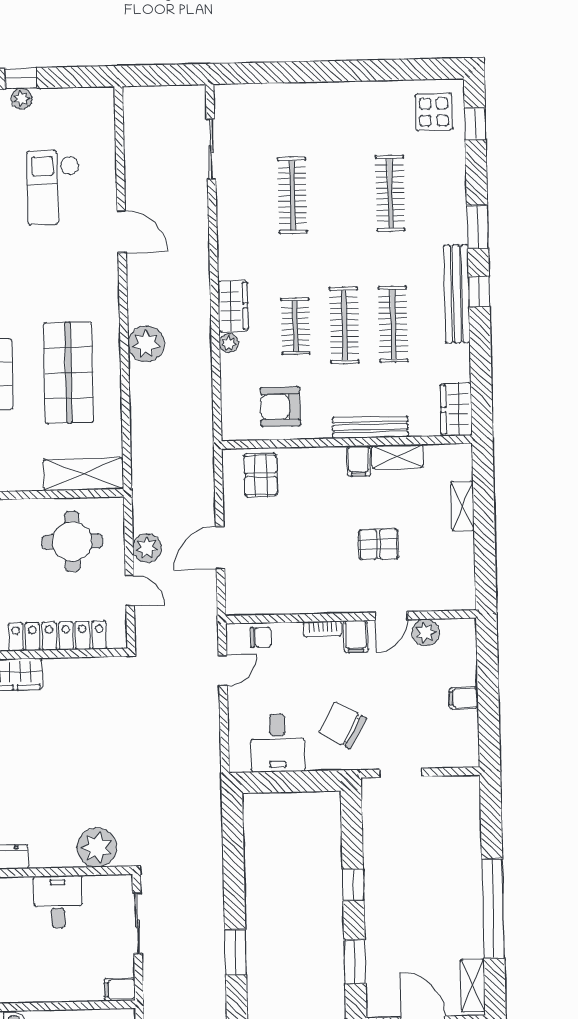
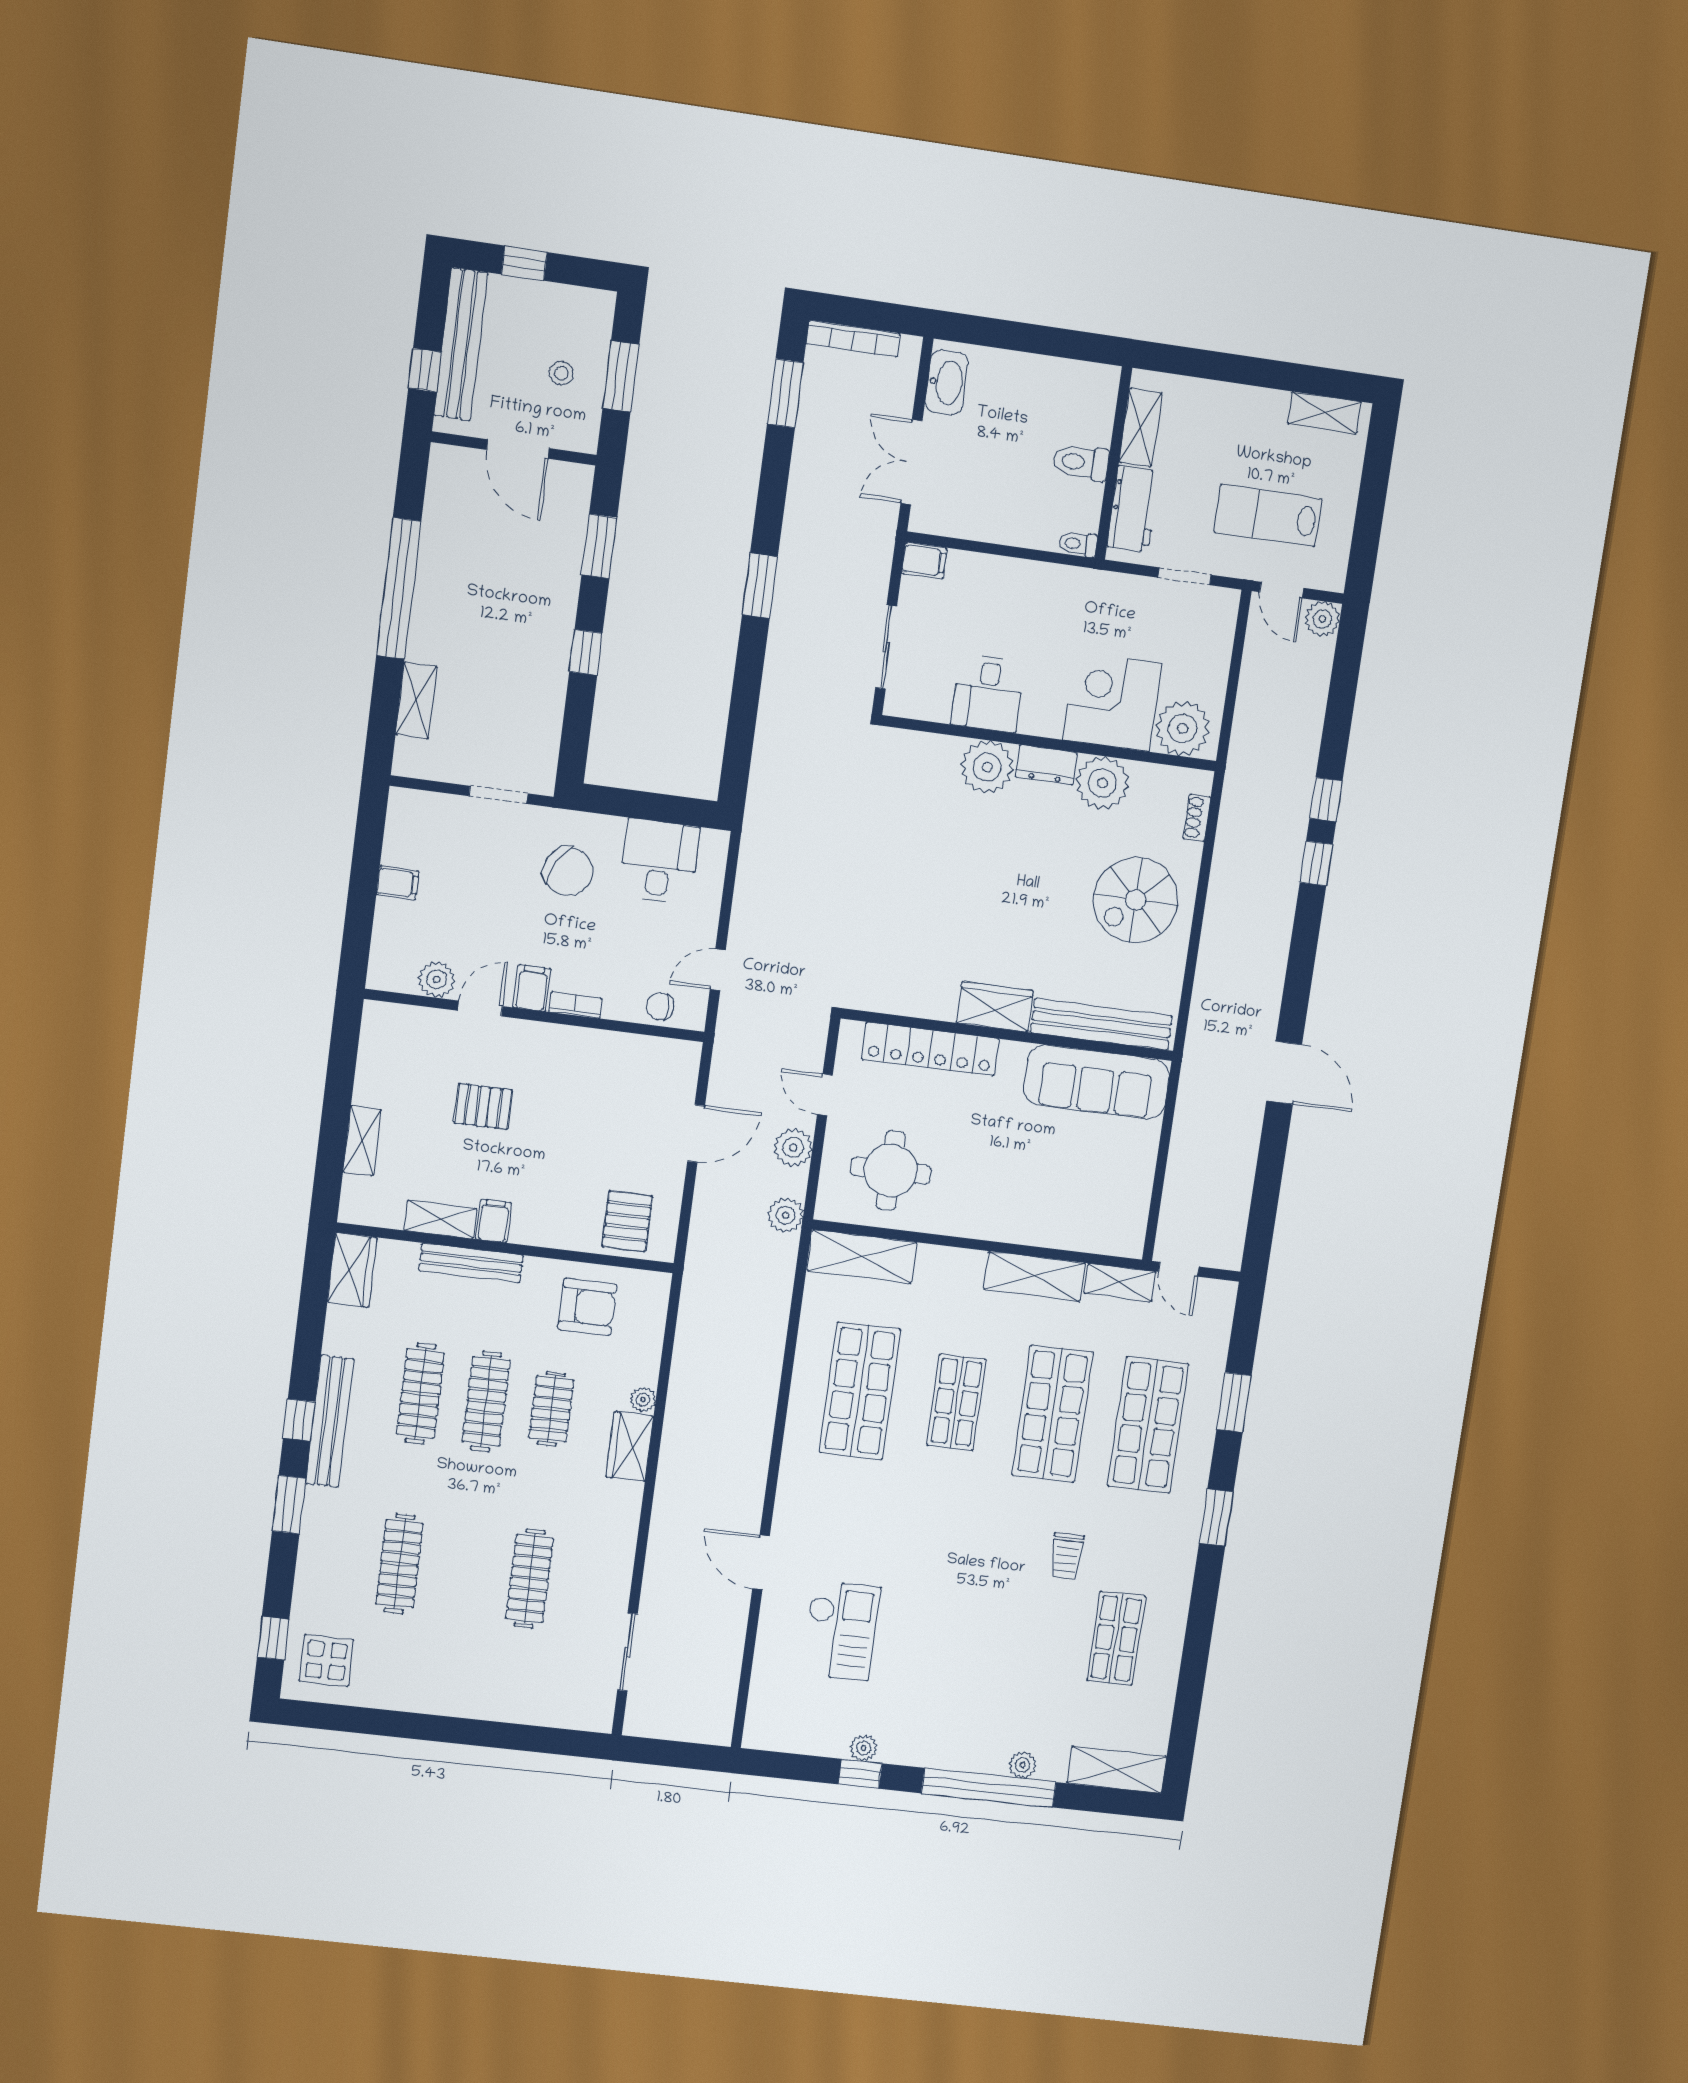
plant: (146, 344) -> (786, 1215), moved, width x0.73, depth x0.73
plant: (97, 847) -> (987, 767), moved
shelving: (473, 985) -> (416, 700), moved

